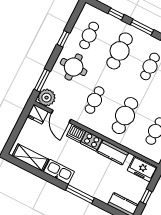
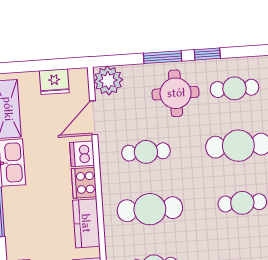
window: (42, 80) -> (163, 57), moved
fridge: (38, 114) -> (54, 82), moved, turned -90

